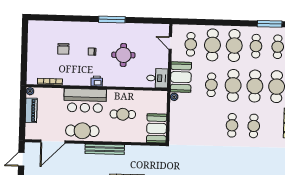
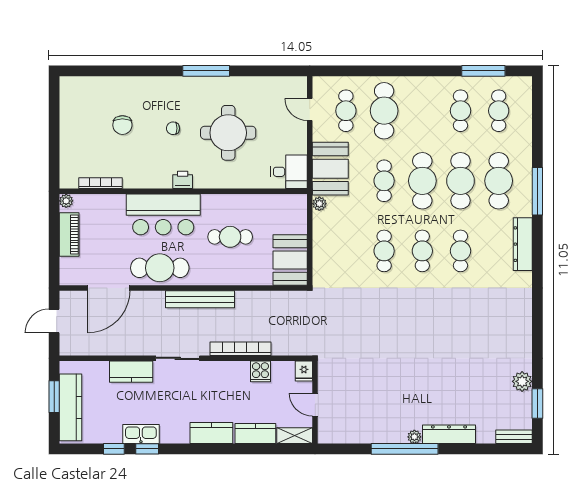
cafe table: (234, 46) -> (384, 251), moved, width x0.73, depth x0.74
round table: (123, 55) -> (228, 133), width x1.36, depth x1.36

